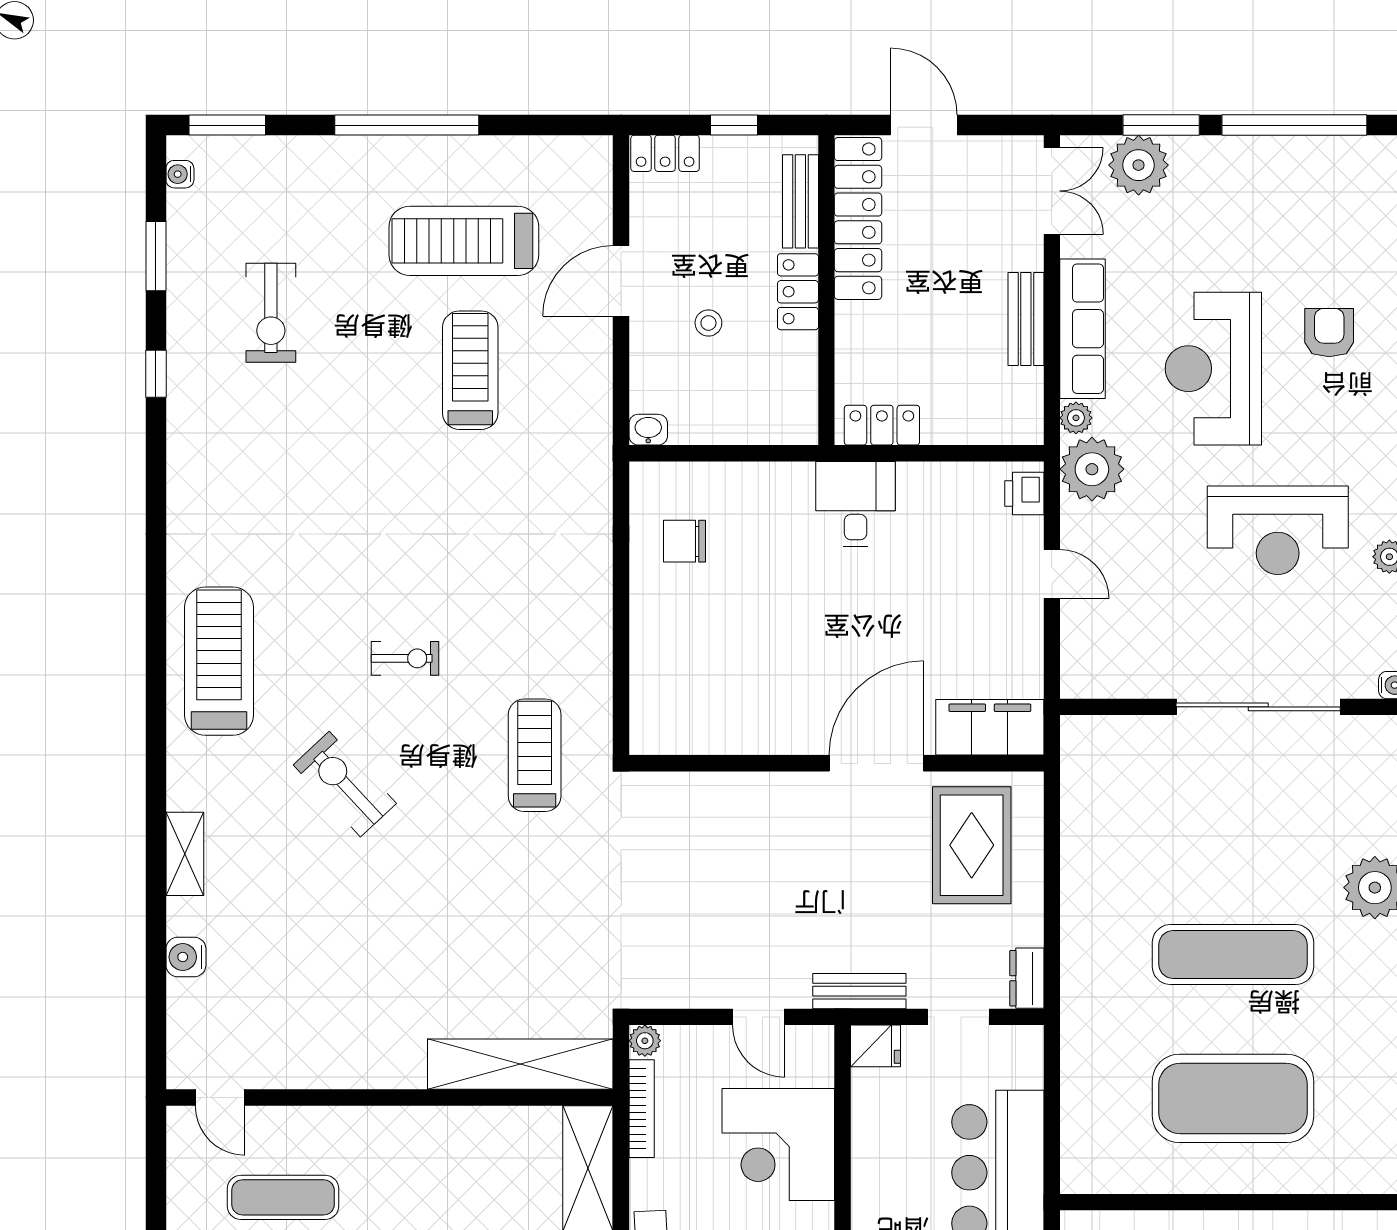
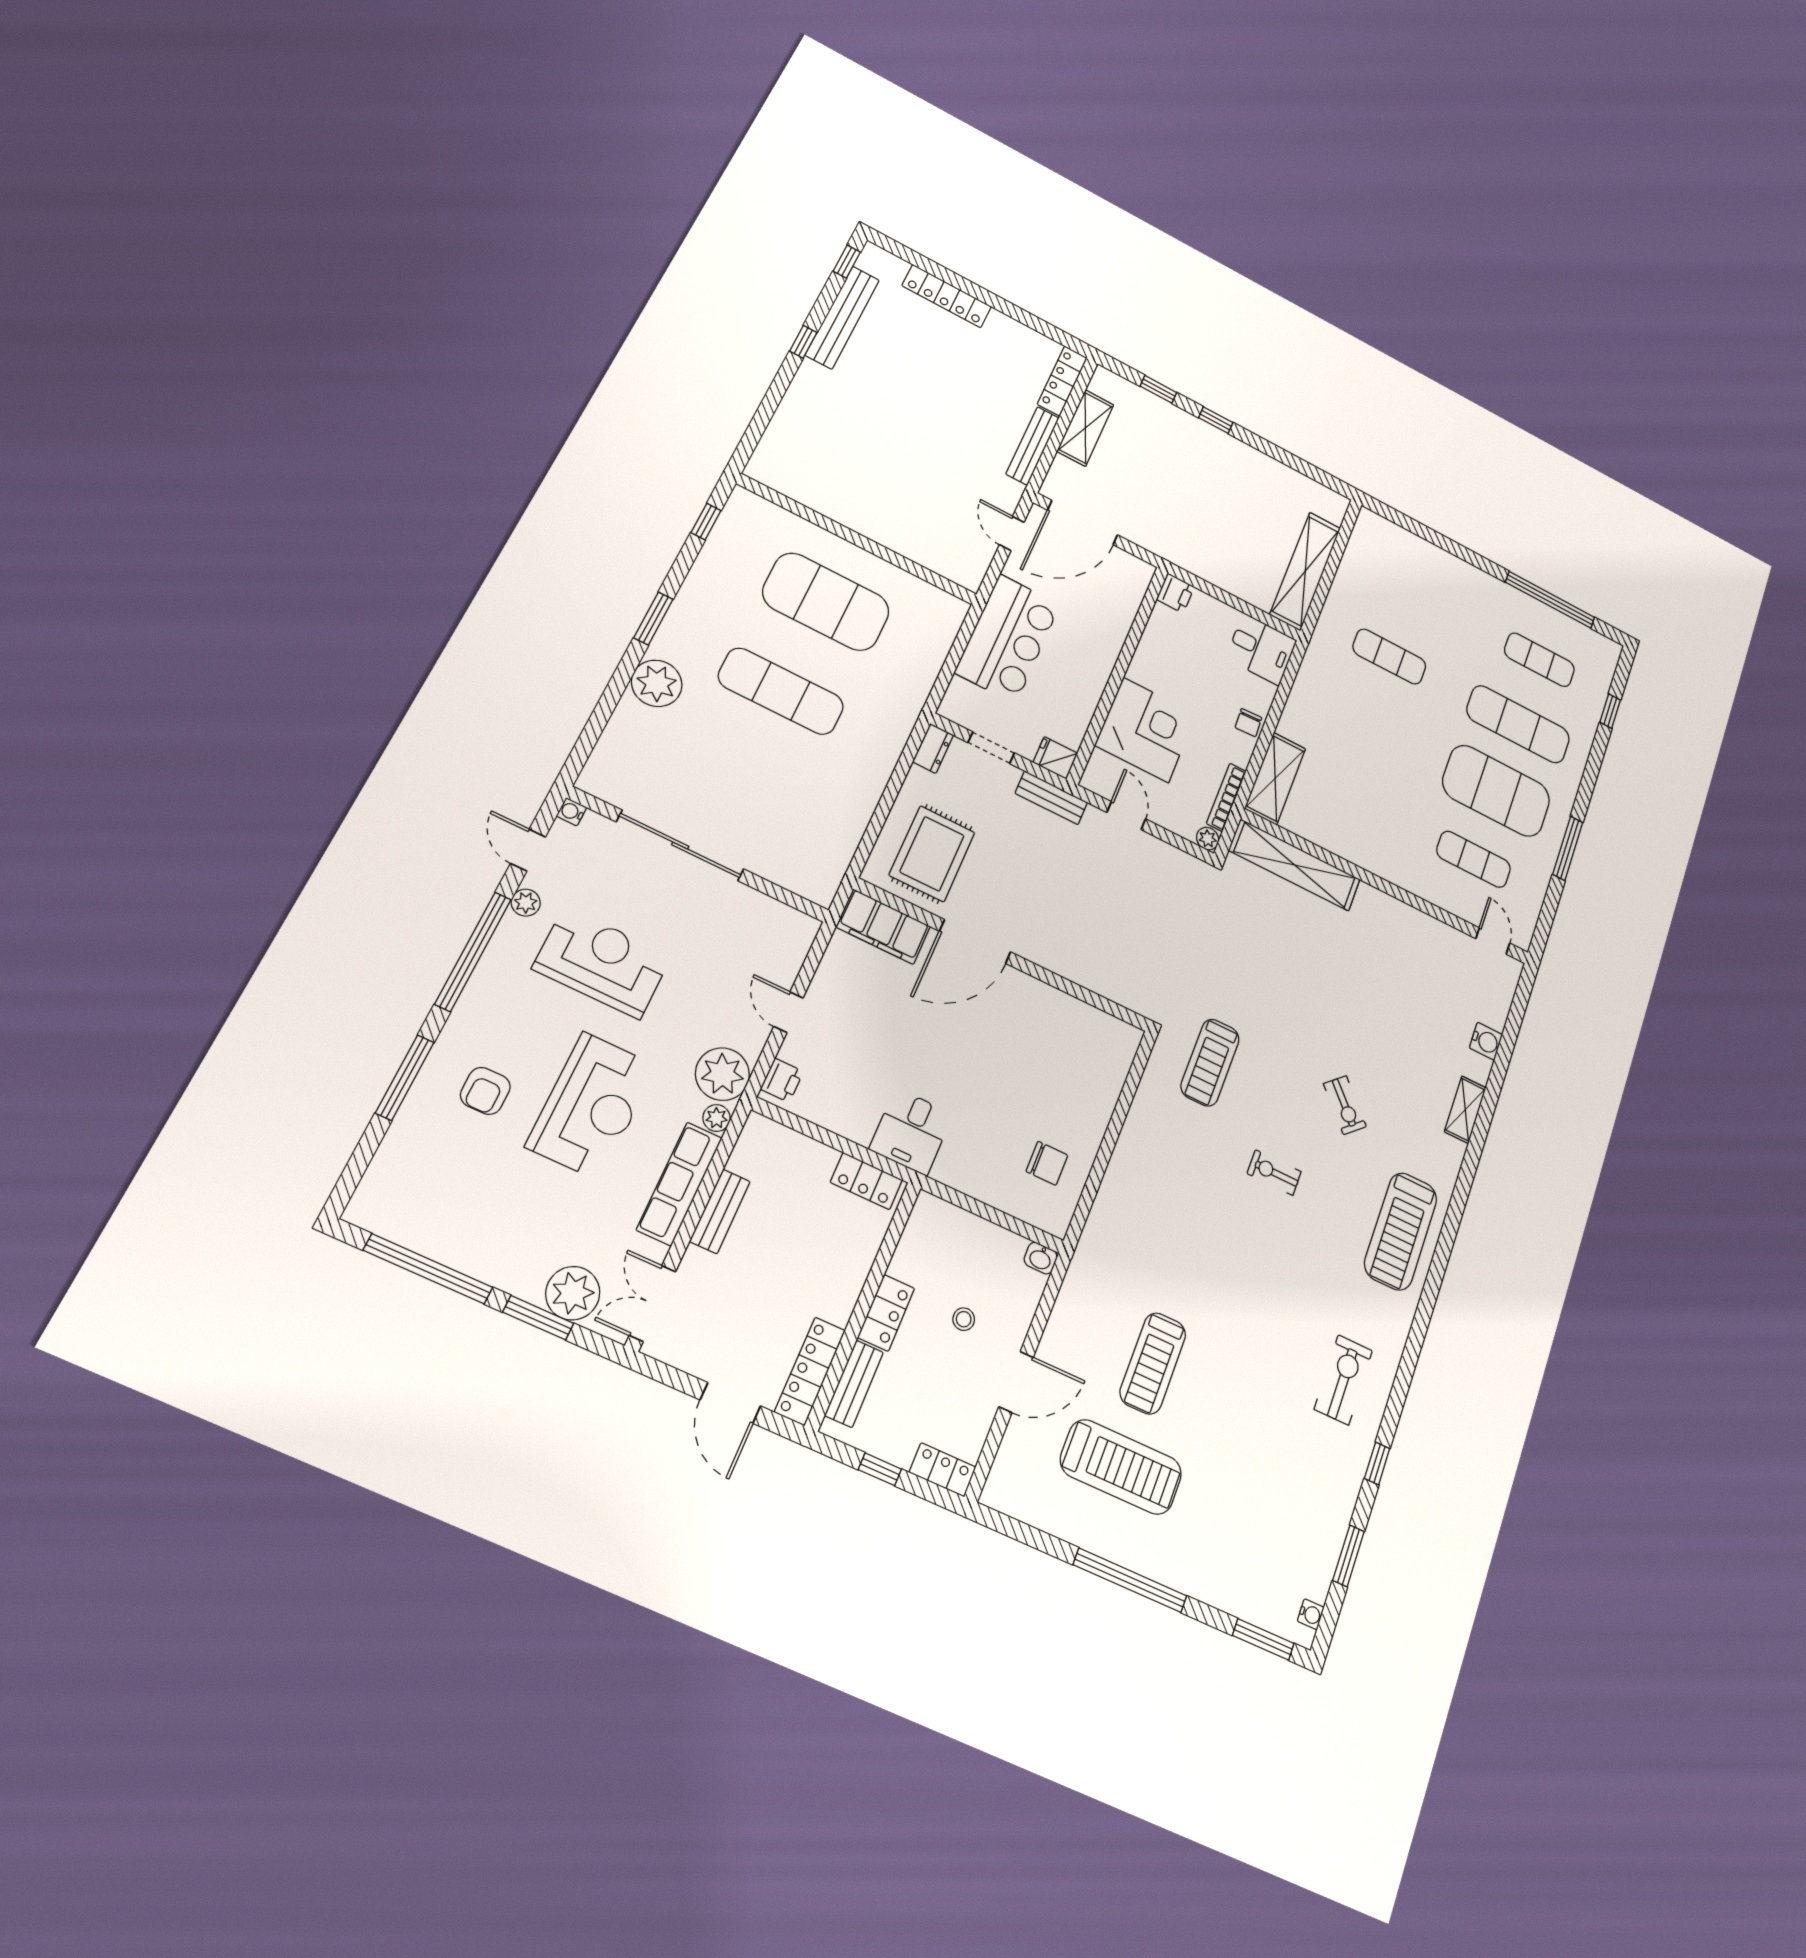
locker: (858, 218) -> (810, 1371), width x0.71, depth x0.83
exercise bike: (271, 313) -> (1343, 1380), moved
exercise bike: (345, 784) -> (1345, 1105), width x0.73, depth x0.72

